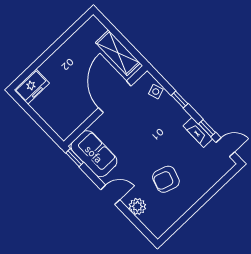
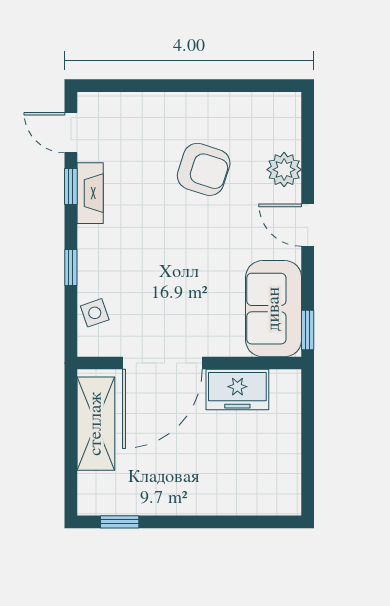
window: (76, 26) -> (120, 522), added
freezer: (32, 87) -> (237, 390), moved, turned 180

